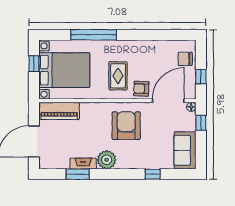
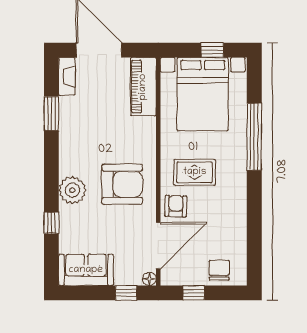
door: (168, 101) -> (158, 246), hinge flipped
plant: (107, 160) -> (72, 190), moved
fireplace: (83, 164) -> (67, 76), moved

